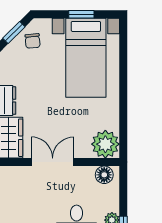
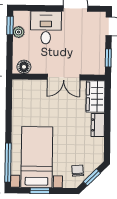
window: (123, 50) -> (8, 163), added
plant: (105, 144) -> (23, 90), removed

